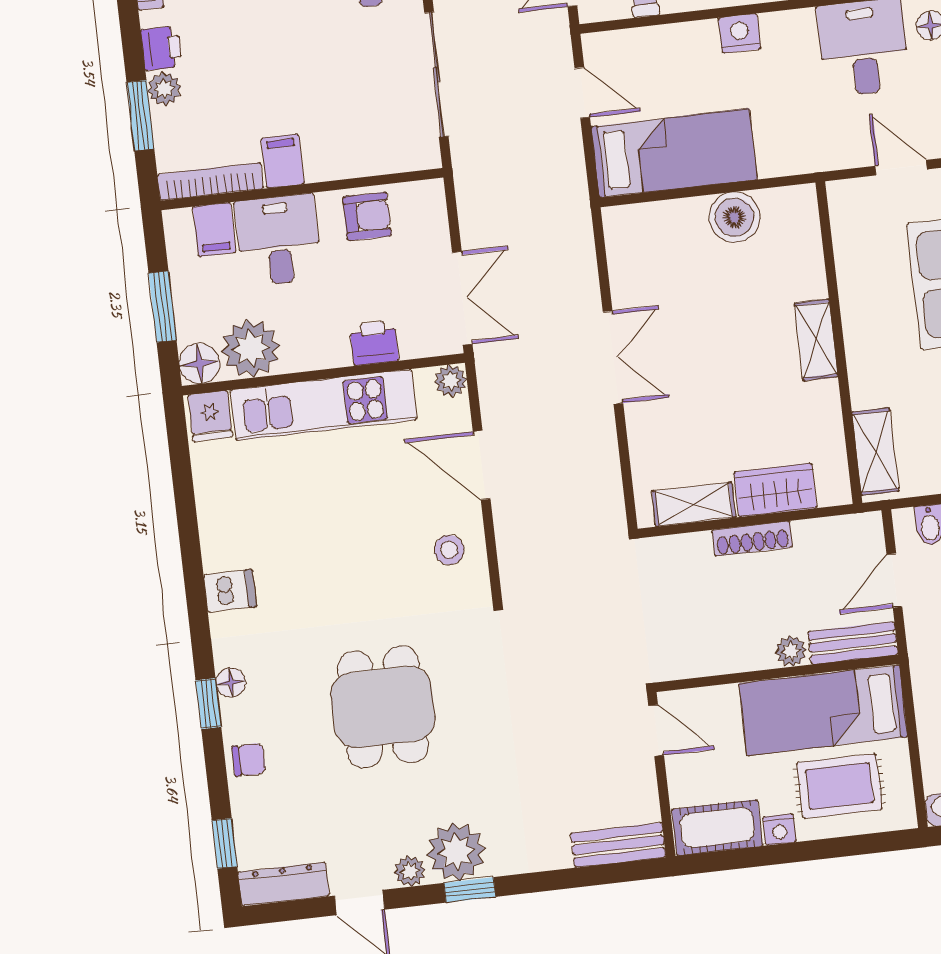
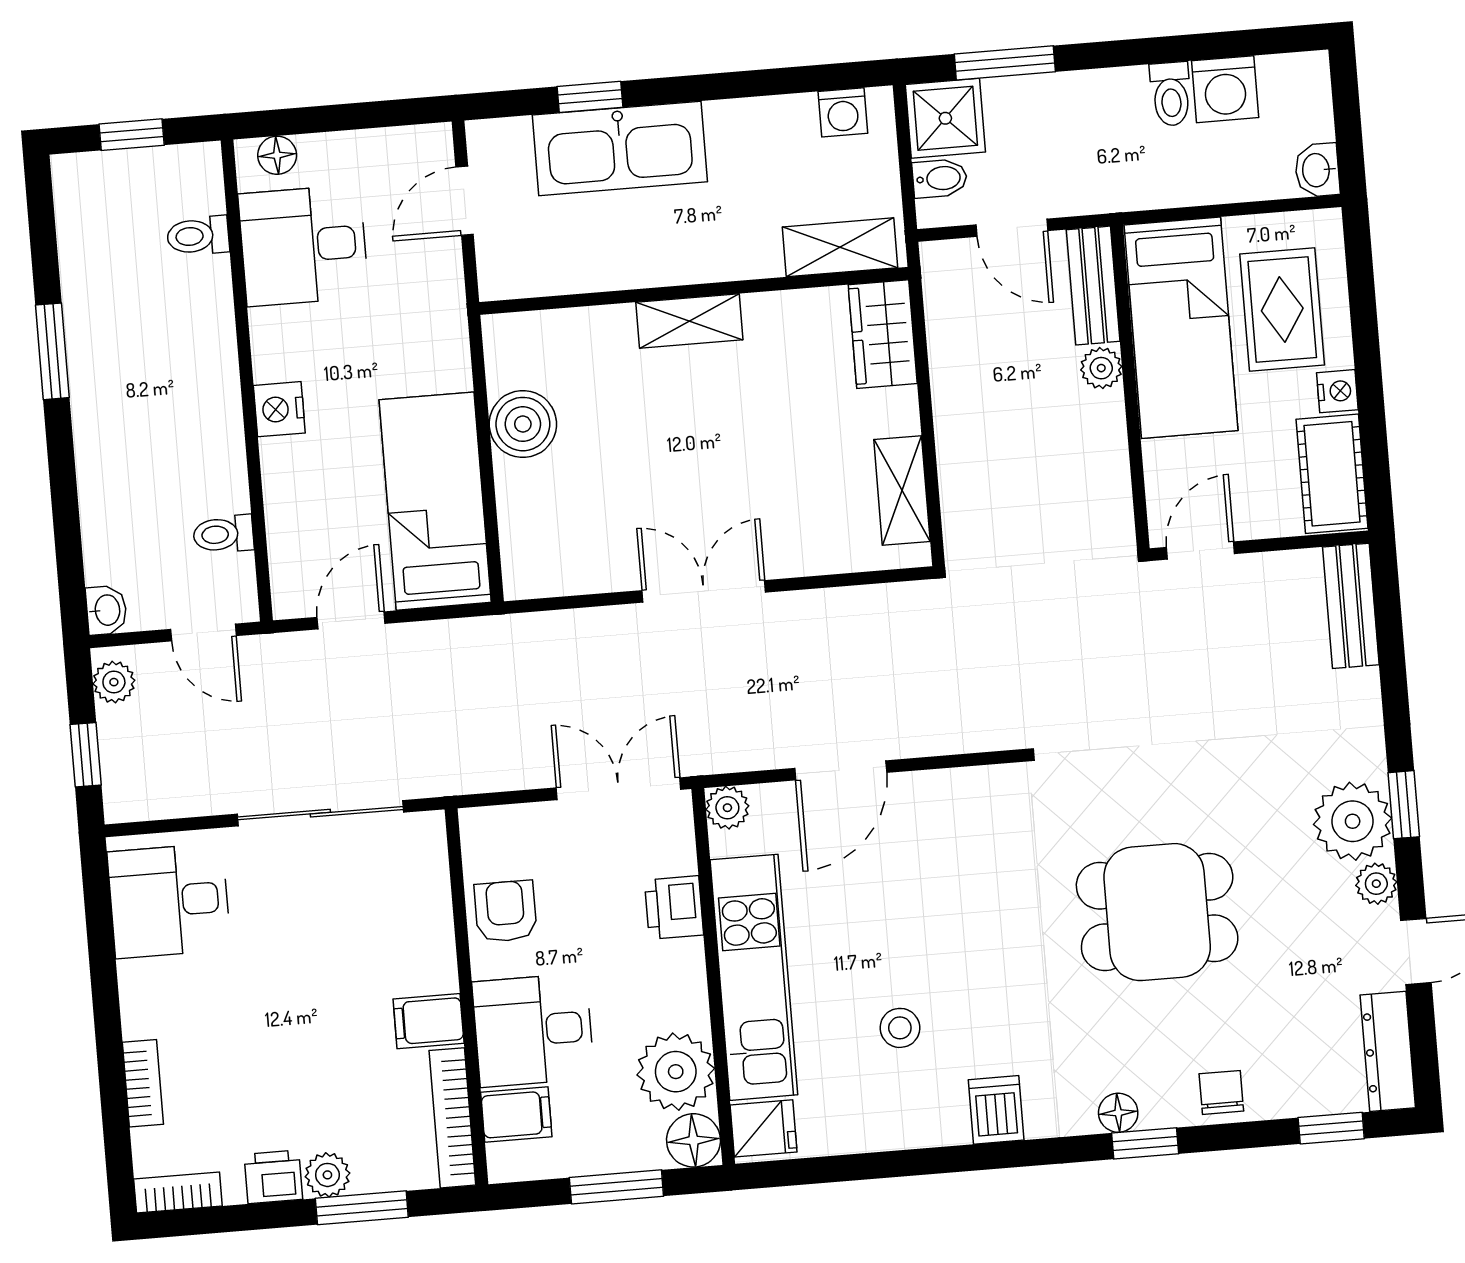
wardrobe: (775, 490) -> (883, 334), moved
shoe rack: (752, 539) -> (950, 415), removed
stool: (449, 550) -> (900, 1028), moved

